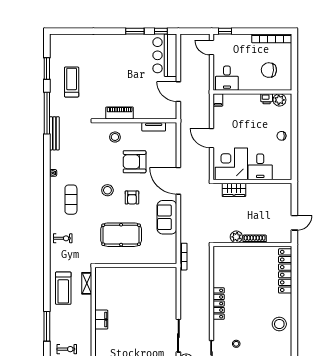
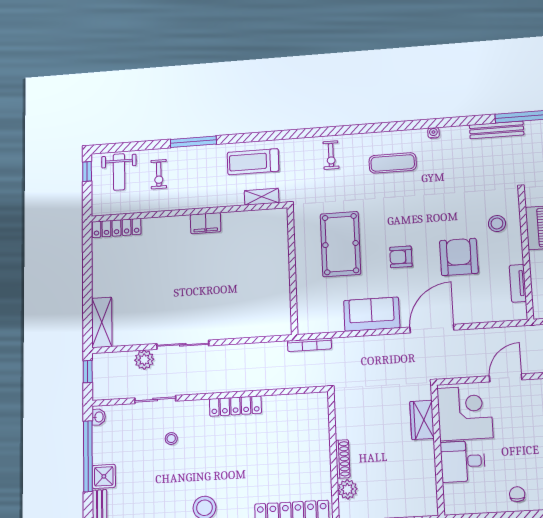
stool: (107, 190) -> (410, 218), removed
plant: (236, 237) -> (347, 489), moved

